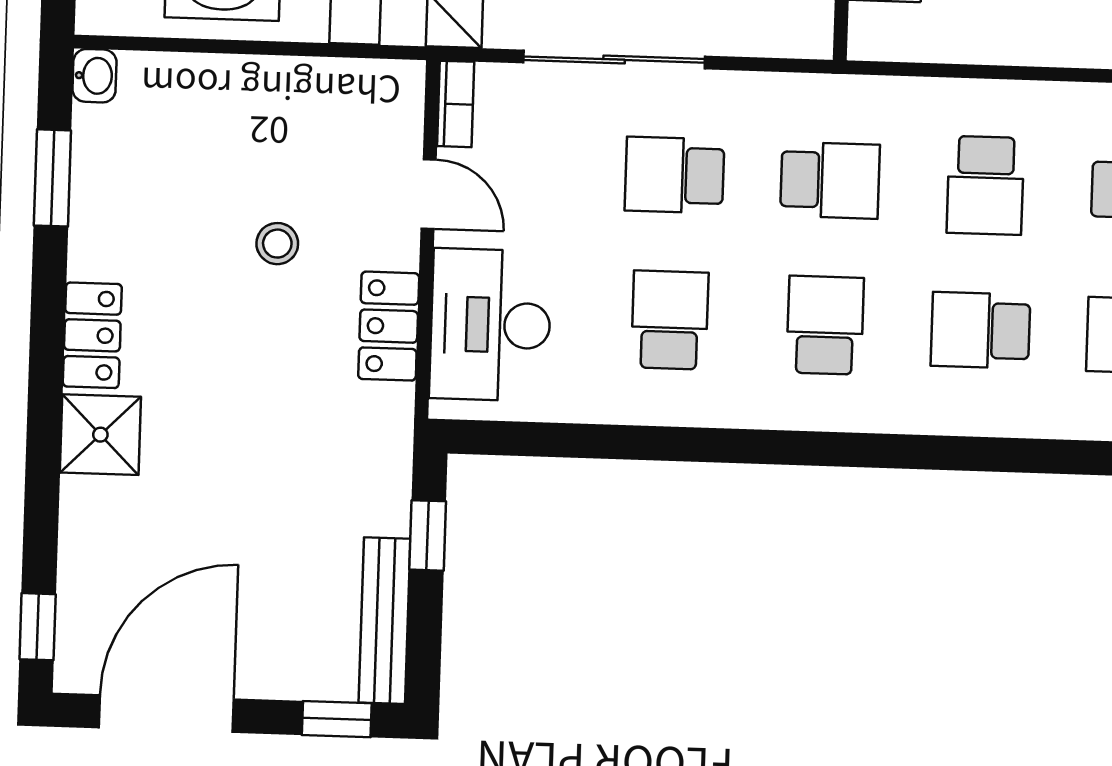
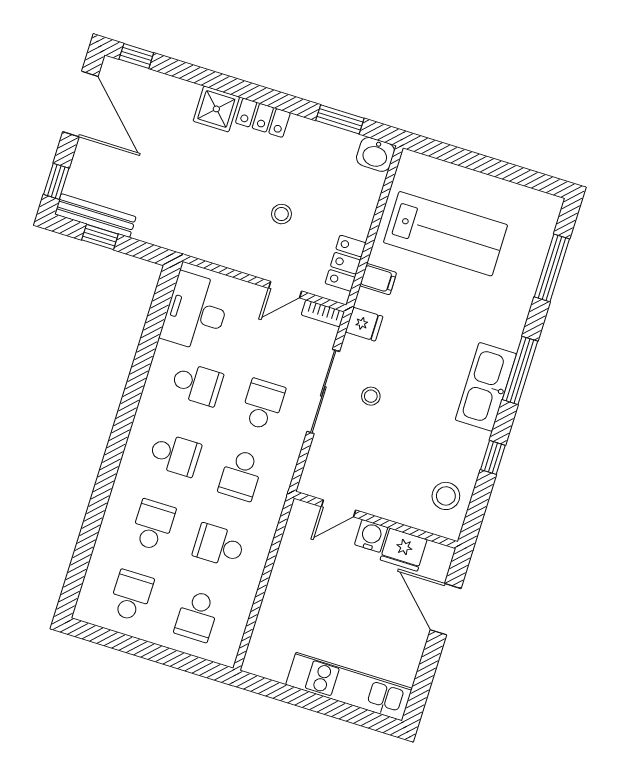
washbasin: (94, 76) -> (375, 154), width x1.38, depth x1.45
desk: (490, 325) -> (196, 312), moved, turned -90
locker: (389, 326) -> (346, 263), moved, turned -90
window: (428, 535) -> (100, 237), moved

